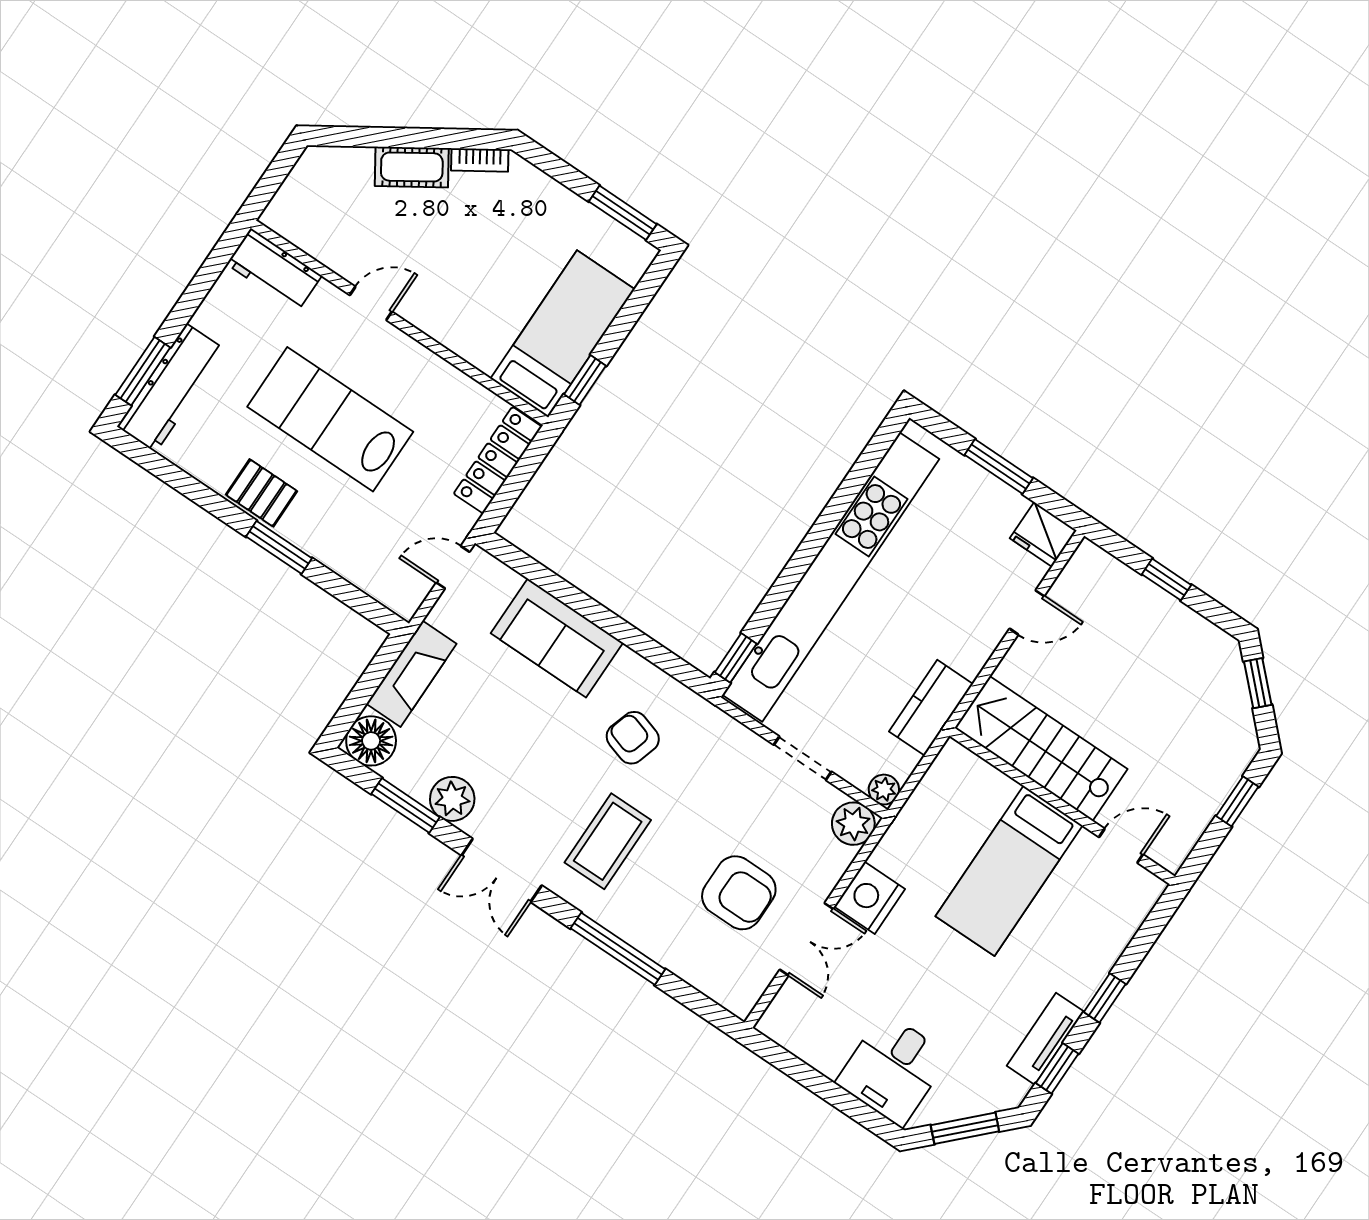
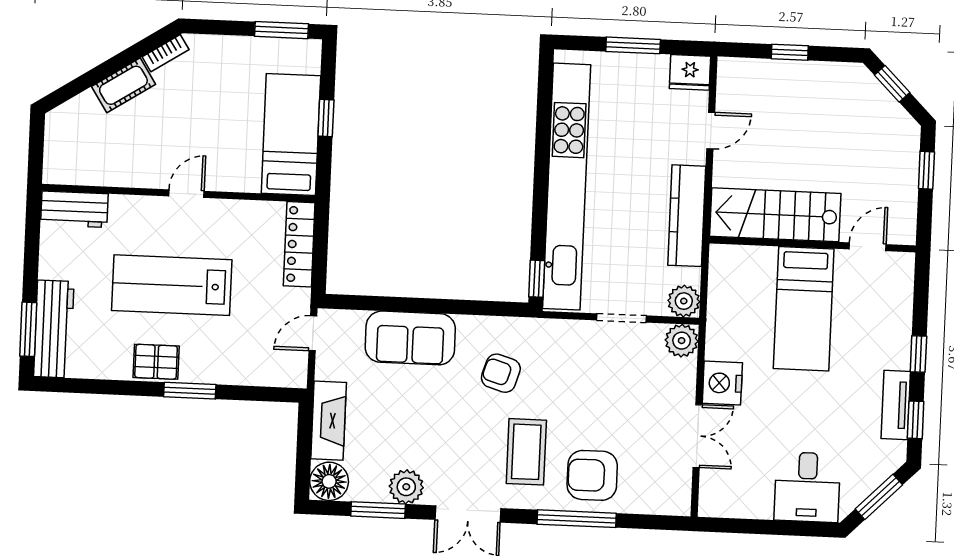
door: (371, 303) -> (186, 194), moved
window: (585, 380) -> (326, 118), moved
kitchen counter: (931, 708) -> (687, 216), width x1.50
plant: (884, 790) -> (684, 301), width x1.38, depth x1.38
armchair: (739, 893) -> (592, 475), moved, turned 180

